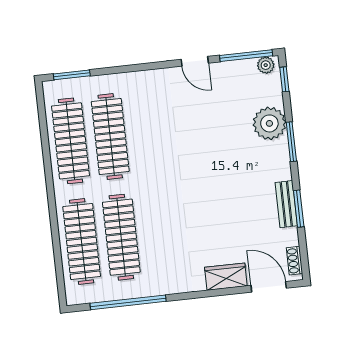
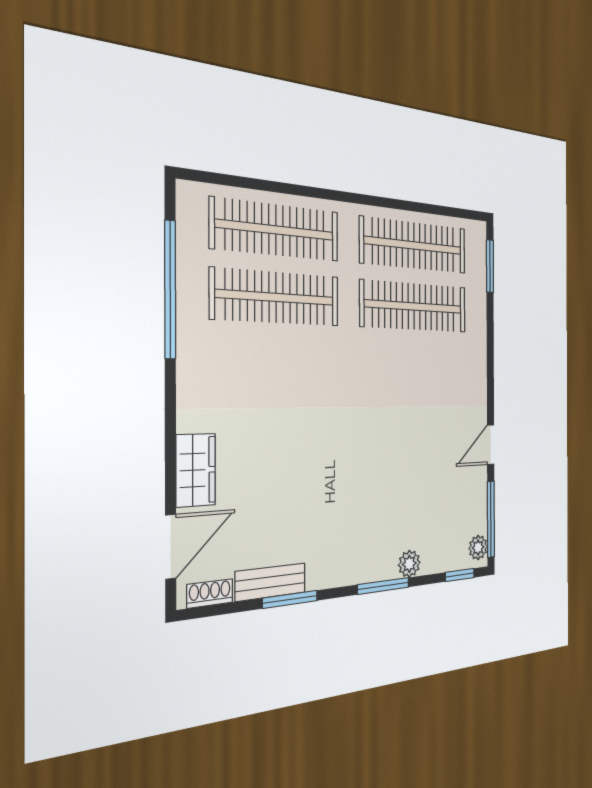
plant: (269, 123) -> (409, 564), width x0.53, depth x0.53
bench: (286, 204) -> (271, 582), moved

